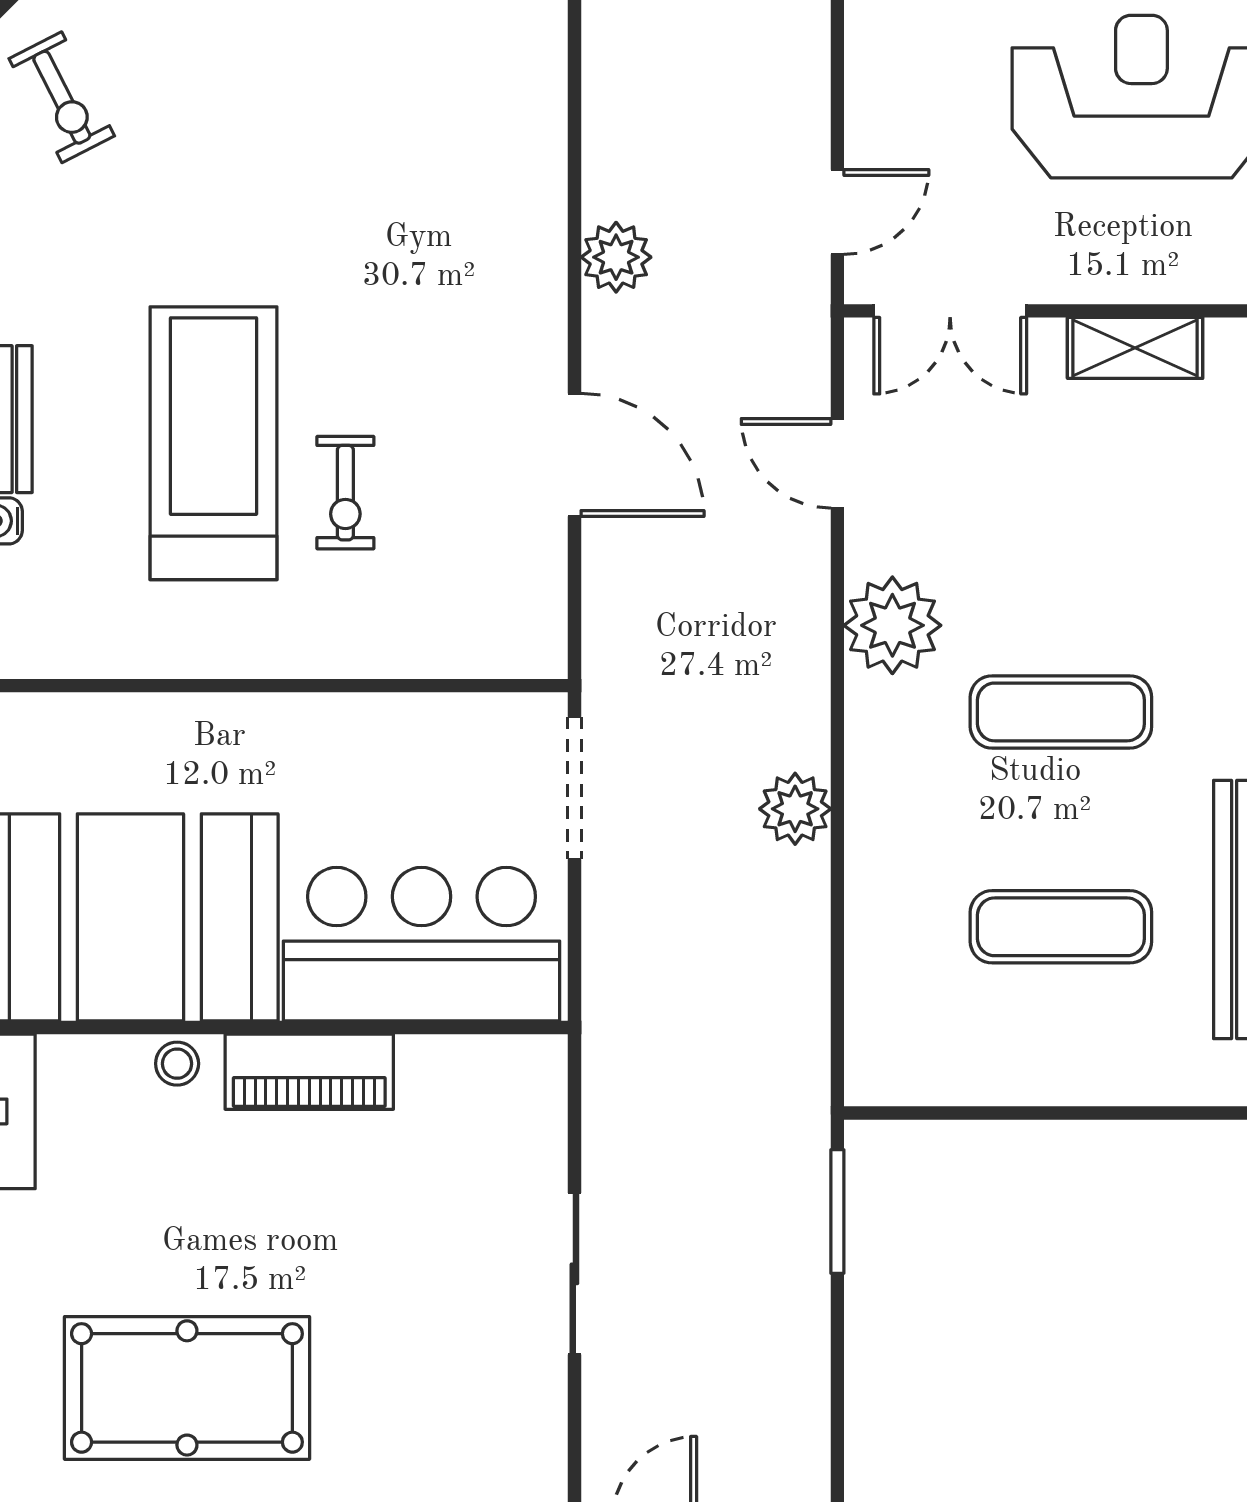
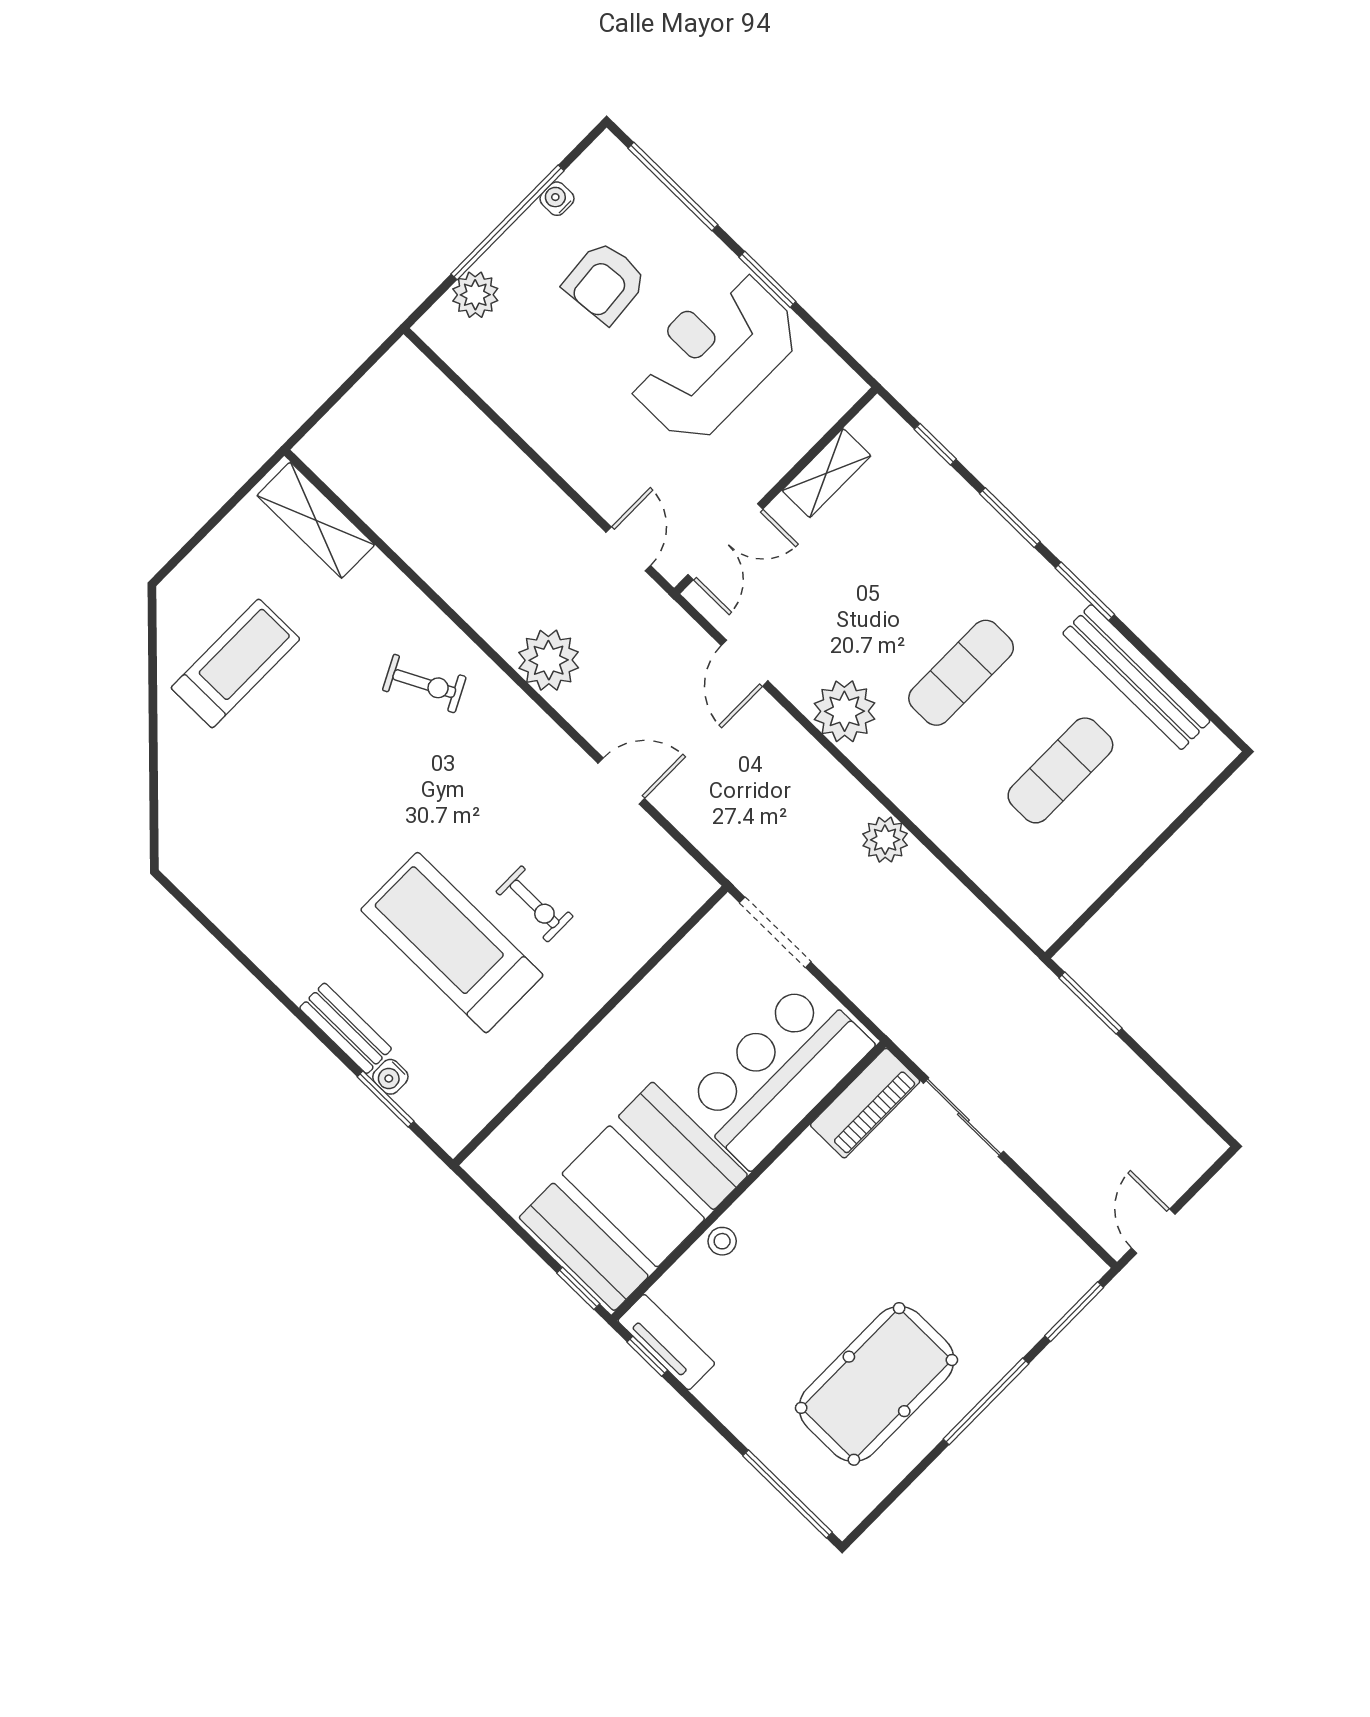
exercise bike: (62, 97) -> (424, 684), moved
plant: (616, 257) -> (549, 660), width x1.36, depth x1.36
door: (574, 455) -> (621, 781), width x0.73
door: (837, 463) -> (745, 663), hinge flipped
piano: (309, 1072) -> (865, 1103), moved
sliding door: (574, 1274) -> (963, 1117), moved

